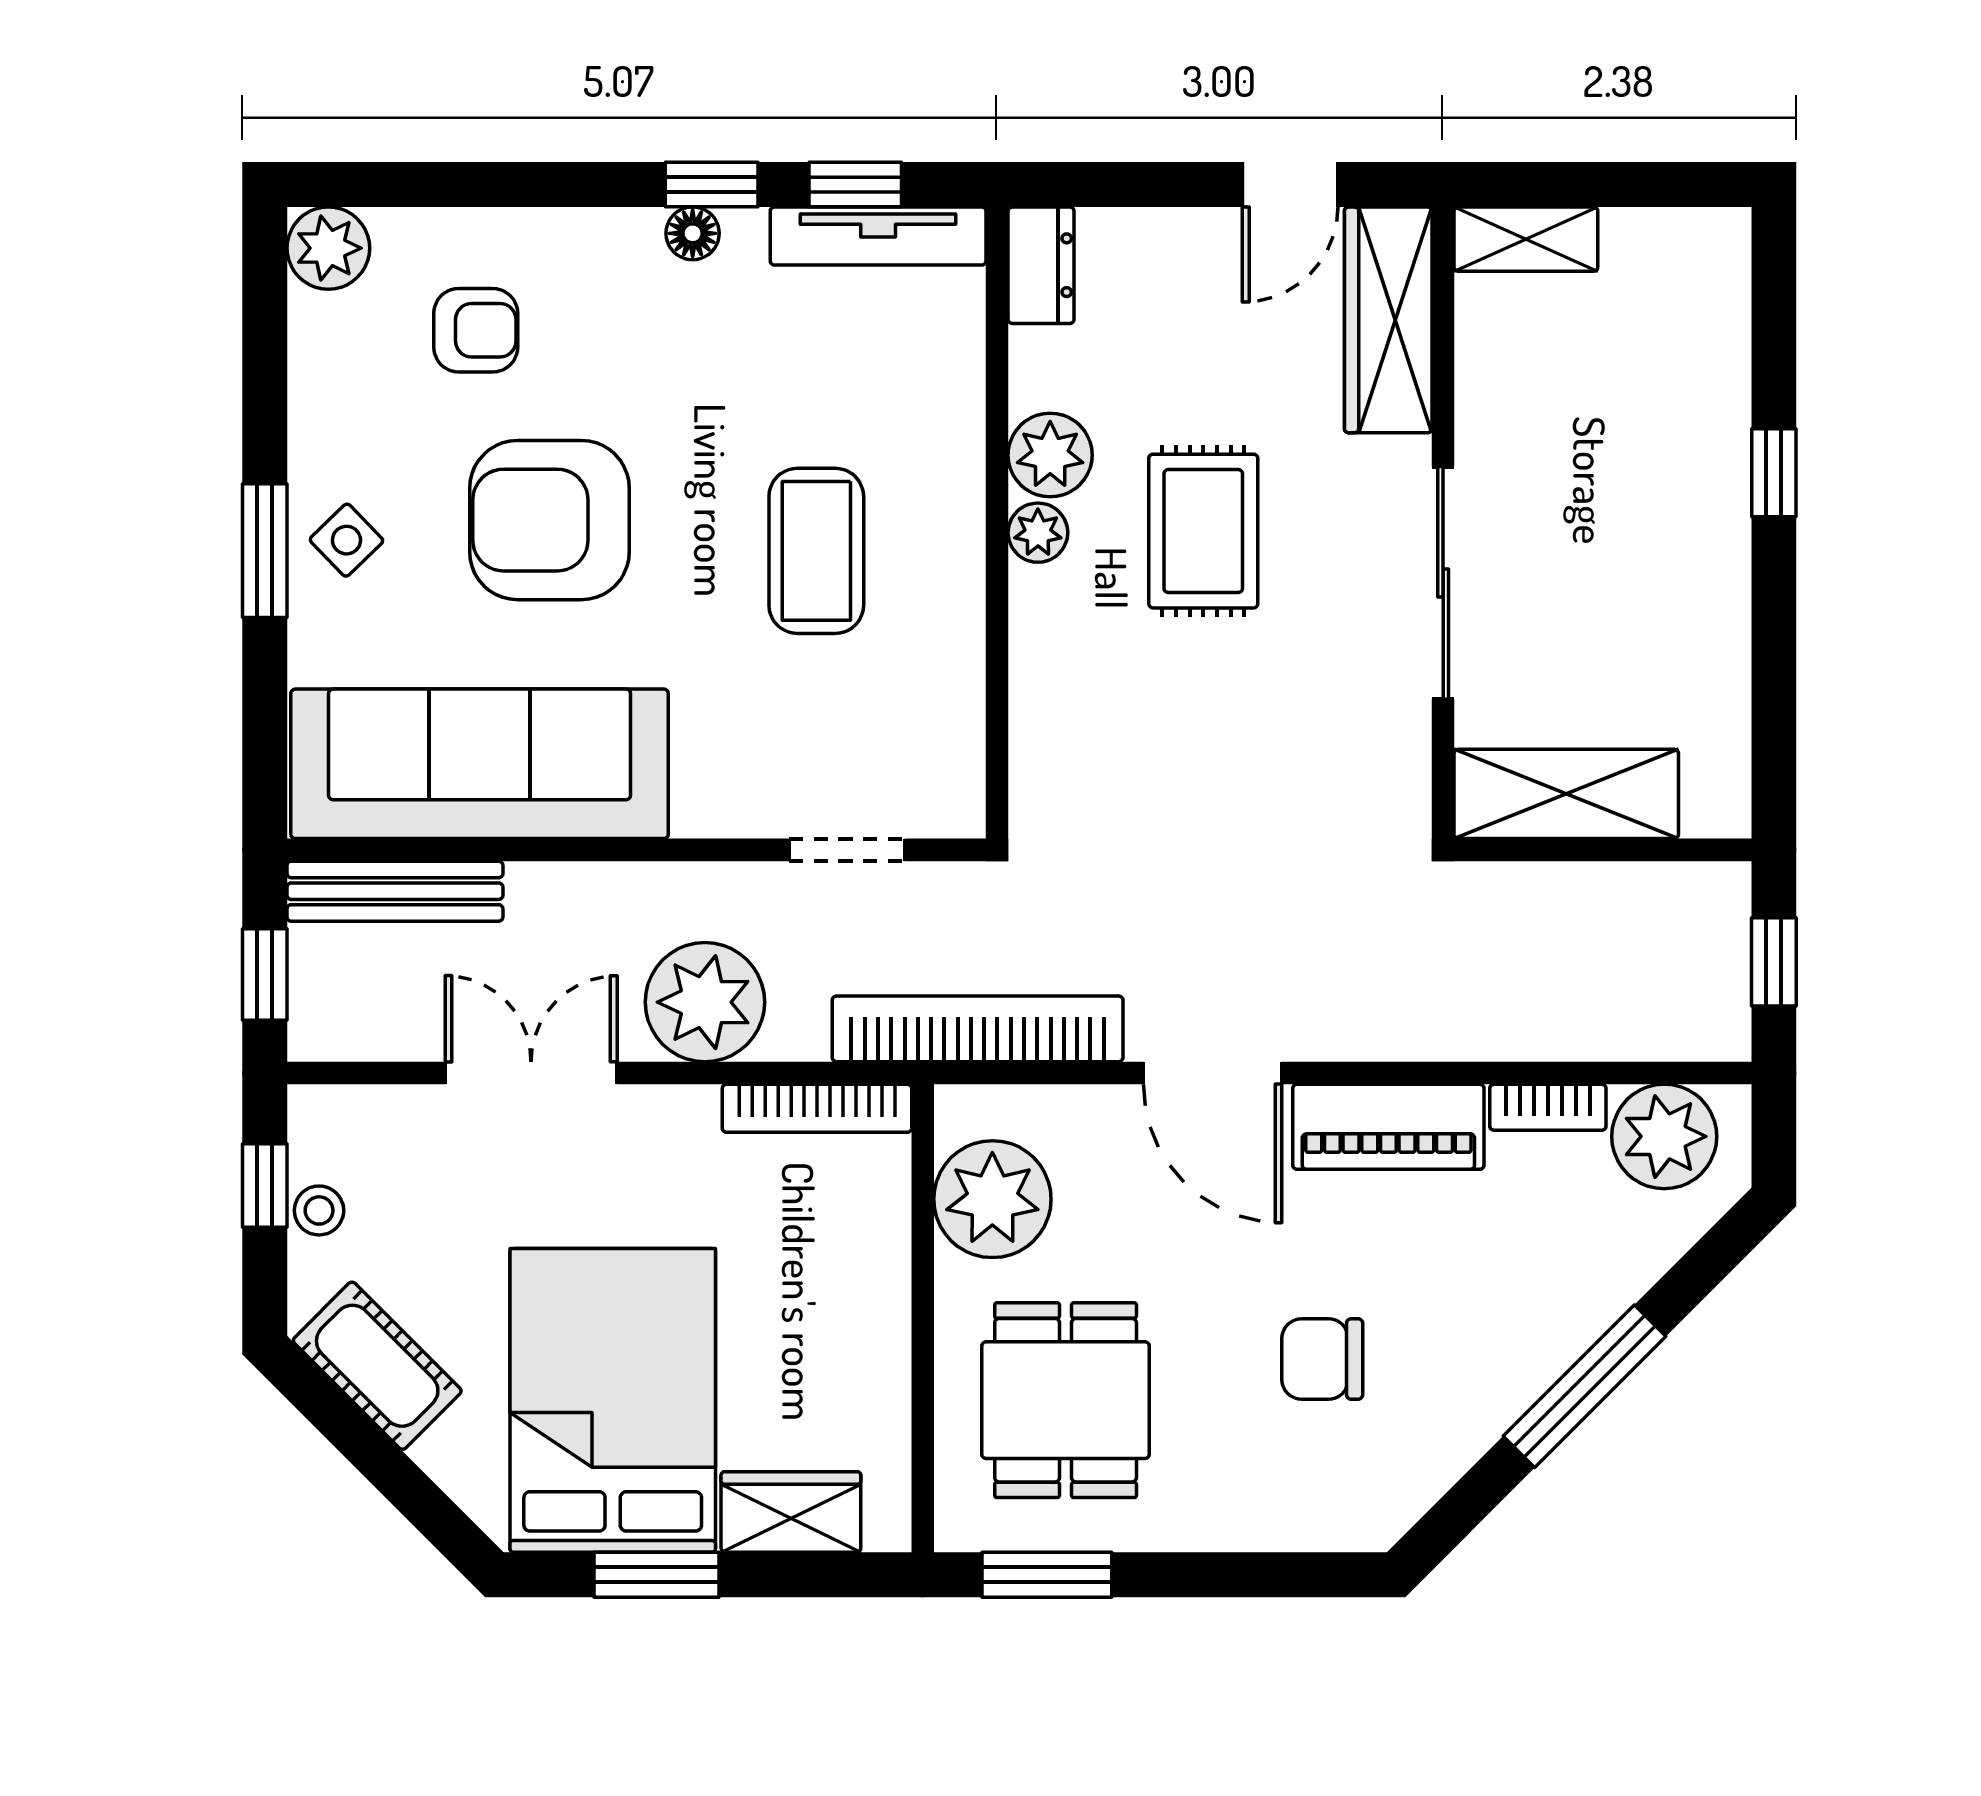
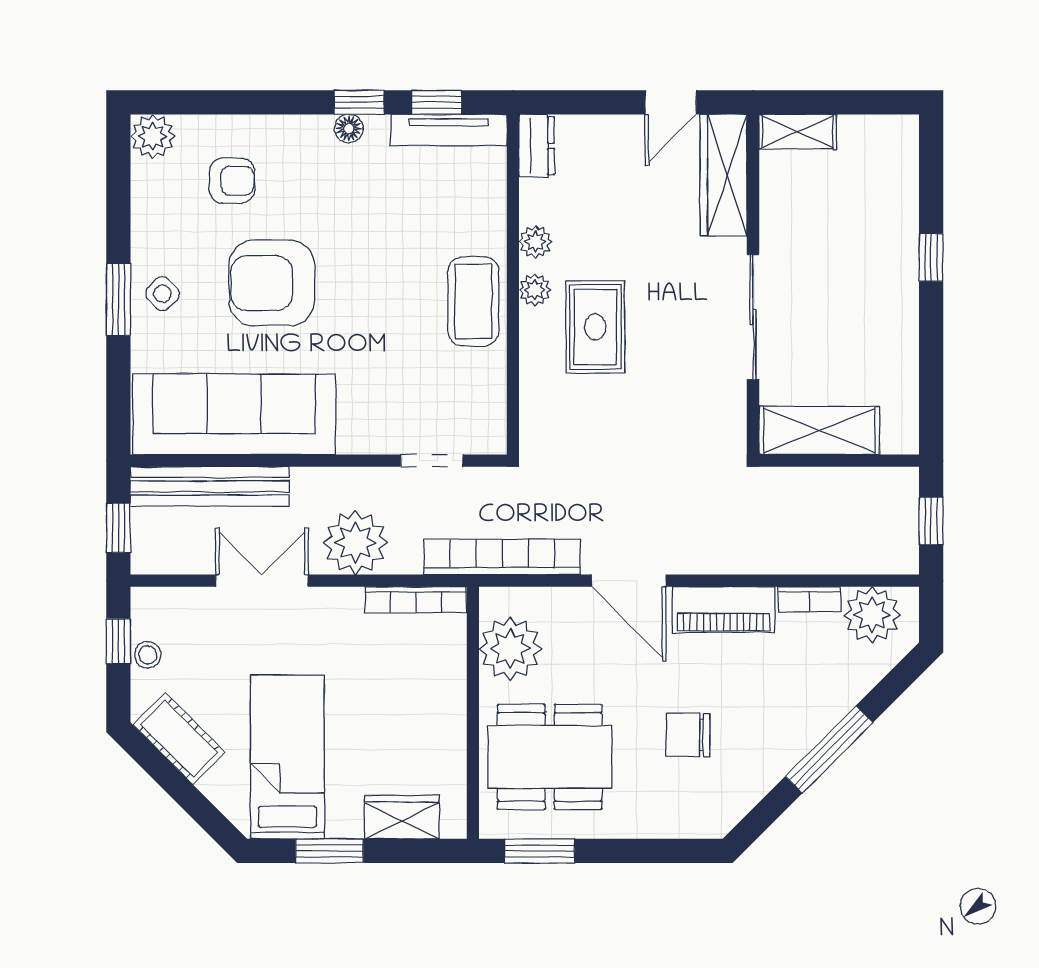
plant: (1050, 455) -> (535, 242), width x0.73, depth x0.73
rug: (1203, 531) -> (595, 327), moved
coffee table: (816, 551) -> (473, 301), moved
bench: (395, 891) -> (210, 486), width x1.37, depth x1.21
bed: (613, 1400) -> (287, 757), width x0.67
dining table: (1066, 1400) -> (550, 757), width x1.37

